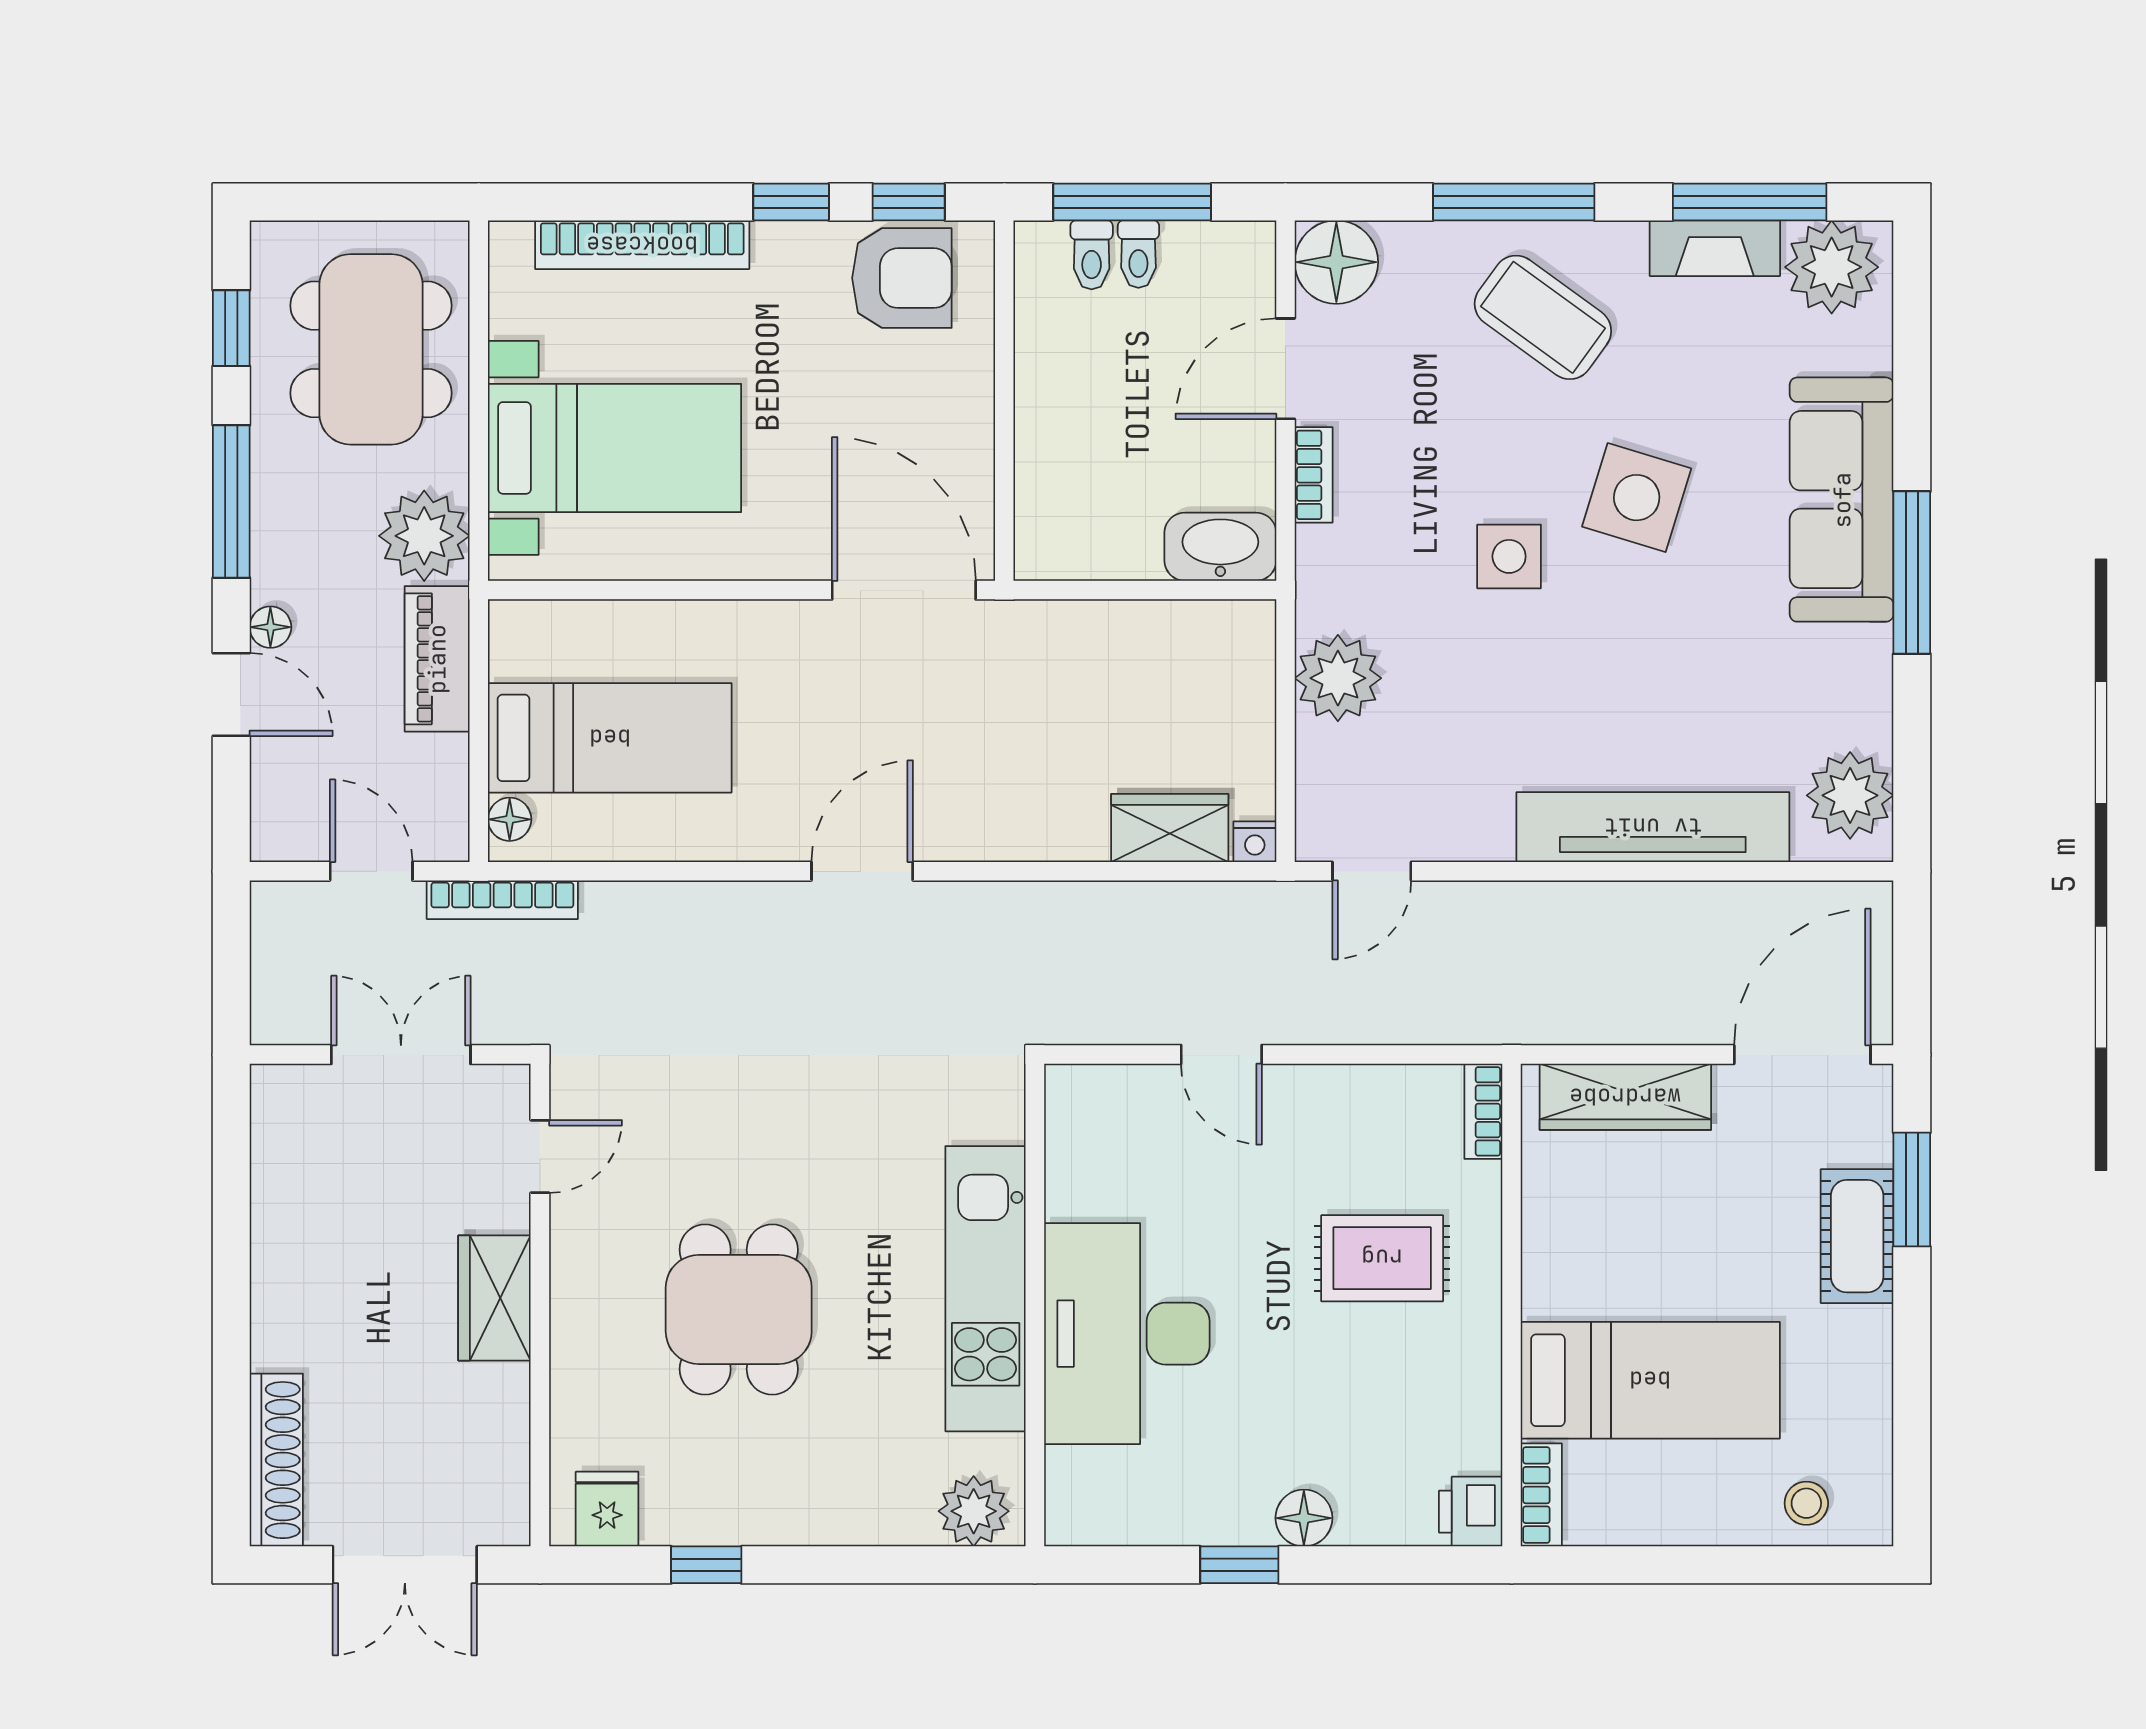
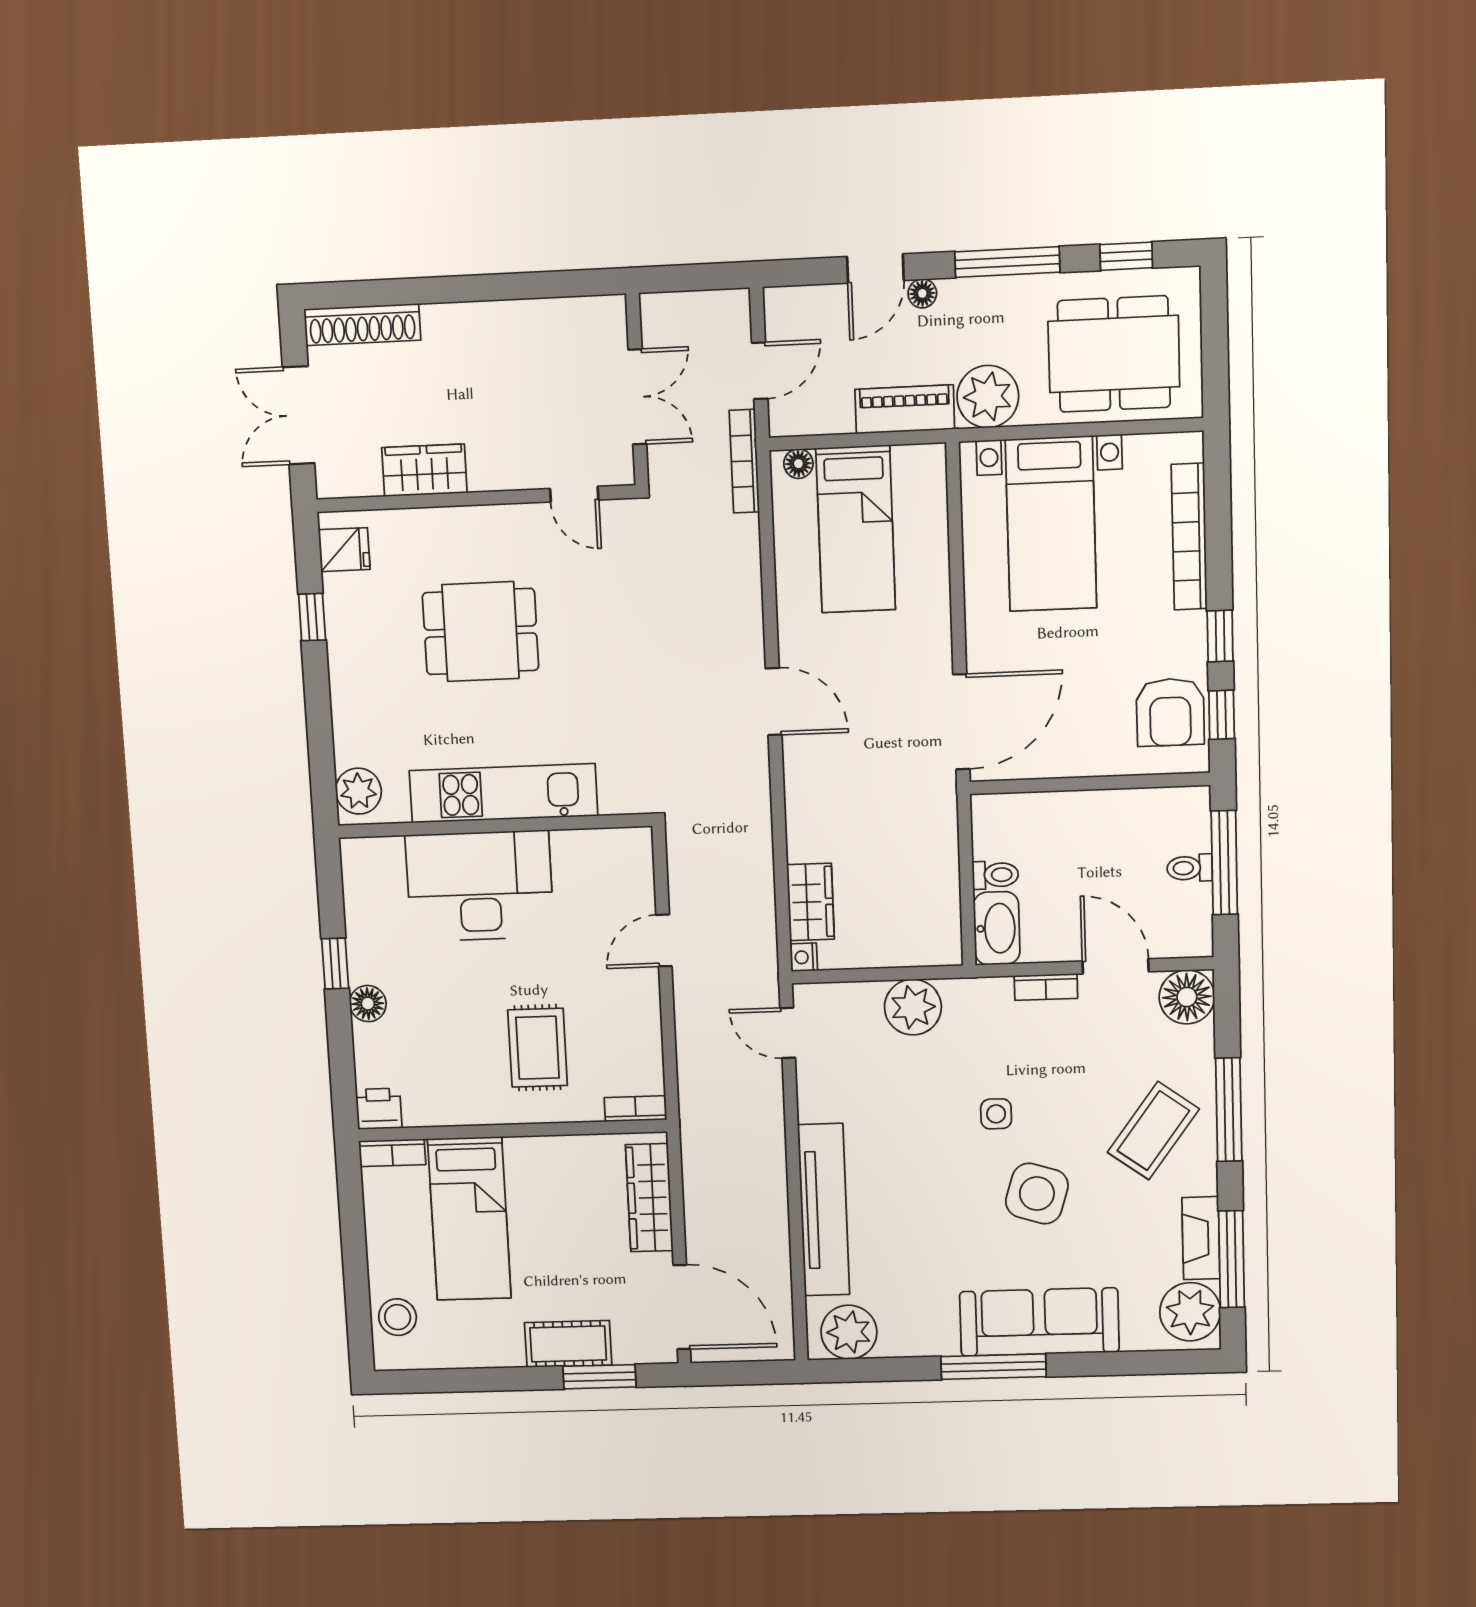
toilet: (1092, 255) -> (995, 875), moved, turned 180
side table: (1509, 556) -> (996, 1114), width x0.73, depth x0.73
wardrobe: (494, 1298) -> (424, 470), moved
stool: (1806, 1503) -> (398, 1317), width x1.37, depth x1.37

